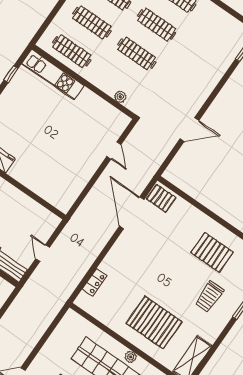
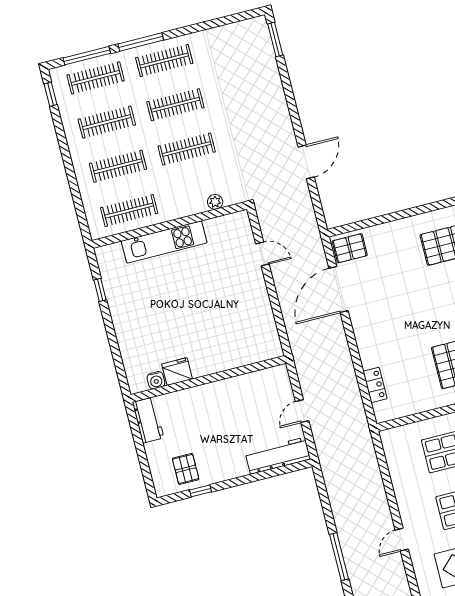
kitchen unit: (53, 75) -> (164, 242), moved
door: (132, 213) -> (338, 289), hinge flipped
door: (43, 253) -> (302, 411), hinge flipped

